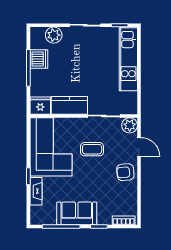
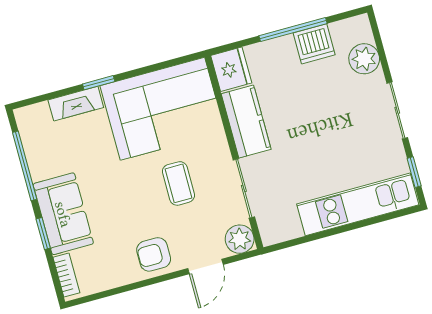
armchair: (125, 172) -> (154, 254), turned -85
sofa: (77, 213) -> (63, 214), moved

